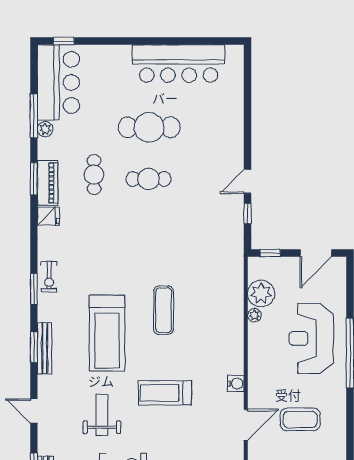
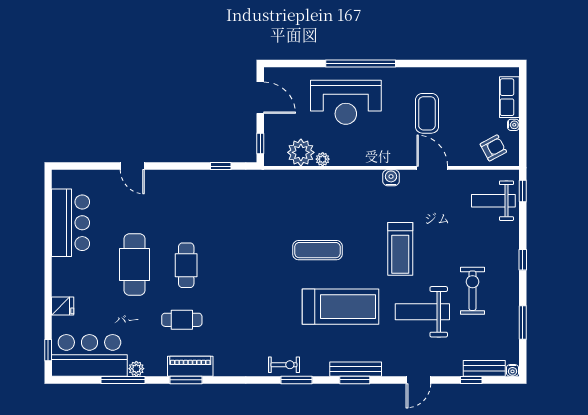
bar counter: (179, 63) -> (71, 223), width x0.73
door: (248, 181) -> (132, 166), moved
fridge: (48, 216) -> (63, 306), moved, turned 90
weight bench: (102, 415) -> (422, 312), width x1.36, depth x1.33

